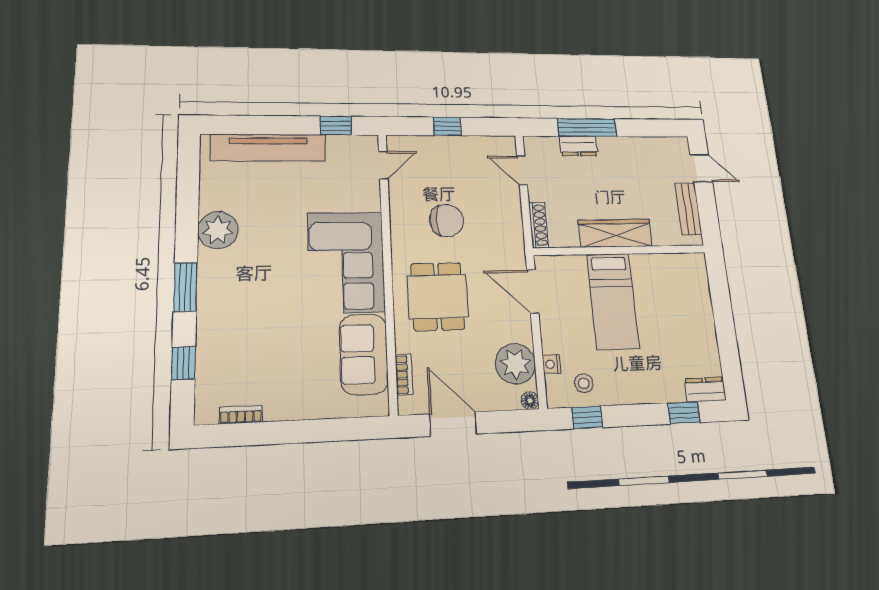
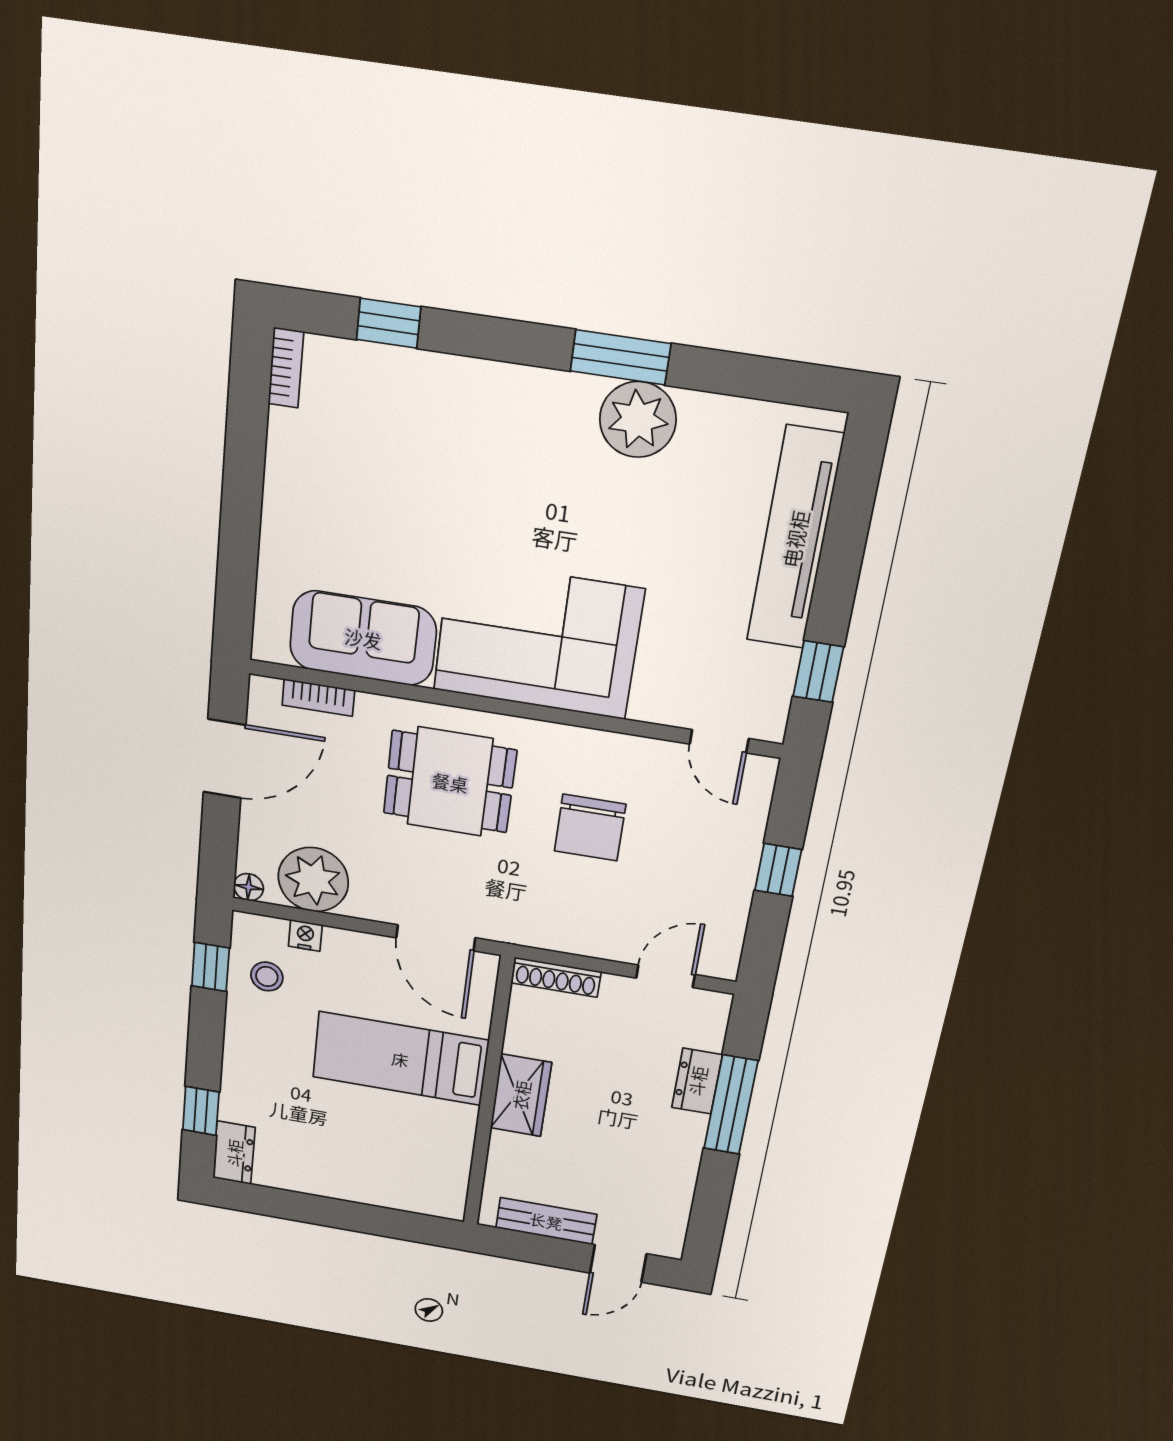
wardrobe: (615, 233) -> (521, 1095), width x0.67
window: (185, 287) -> (620, 357), moved
door: (533, 291) -> (436, 938), swing flipped
bookcase: (241, 415) -> (286, 368), moved

